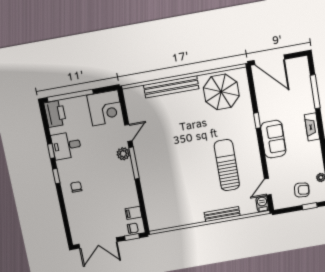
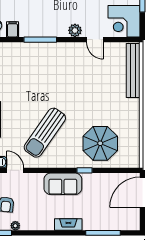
bench: (171, 87) -> (133, 71), moved
parasol: (221, 92) -> (100, 143), moved
window: (134, 163) -> (40, 40), moved
sun lounger: (227, 165) -> (45, 133), turned 125

